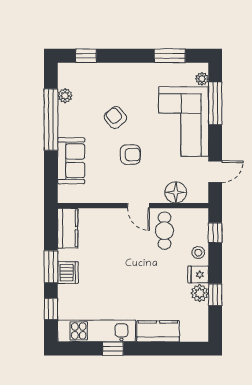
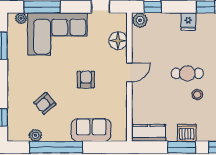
armchair: (115, 118) -> (45, 103), moved
cafe table: (164, 231) -> (187, 73), moved
stool: (198, 253) -> (197, 95), moved
plant: (200, 293) -> (140, 20), moved

